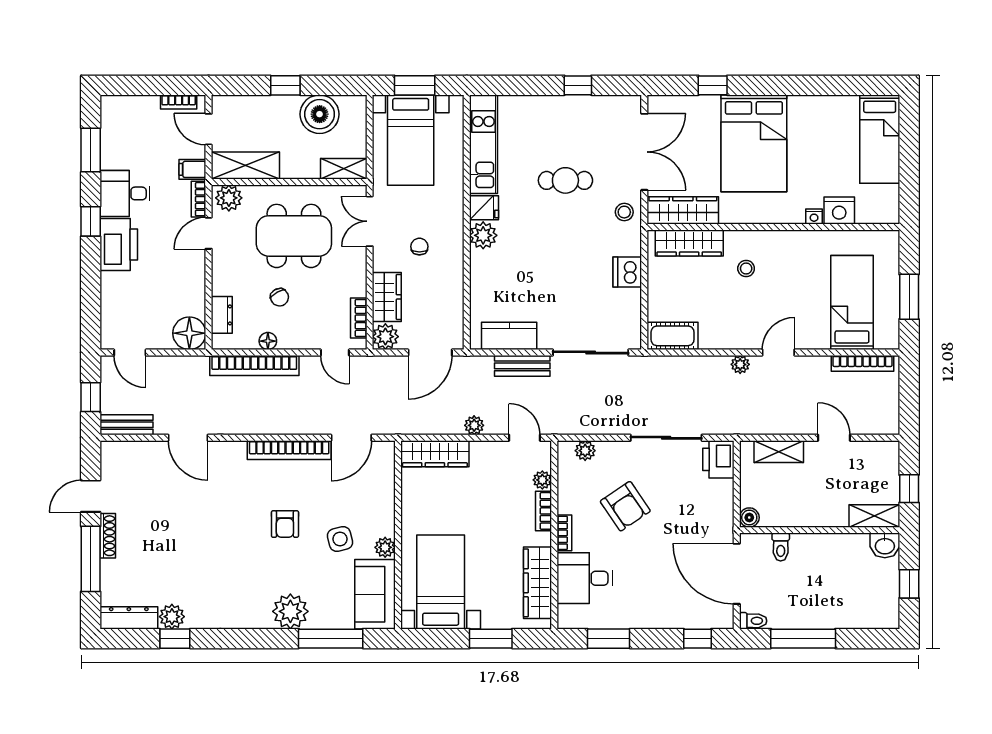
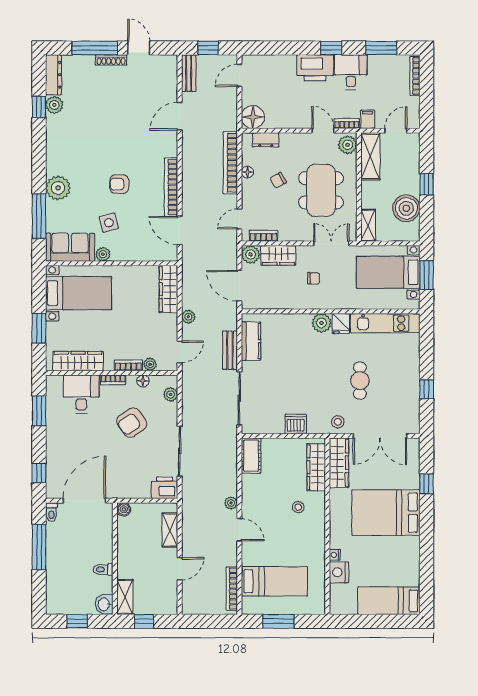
bookcase: (179, 102) -> (415, 76), moved, width x1.56
floor lamp: (566, 490) -> (143, 381), added
toilet: (781, 547) -> (103, 569), moved

